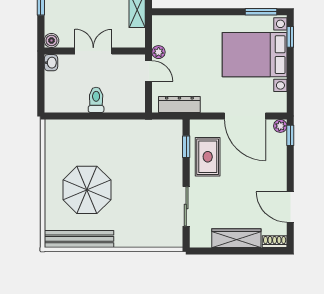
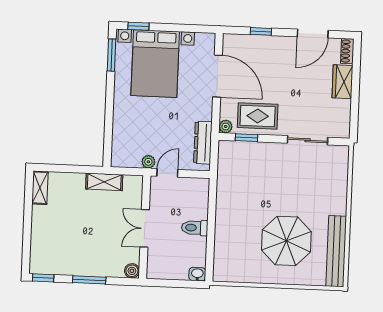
washbasin: (51, 63) -> (197, 274), moved
door: (245, 116) -> (217, 76), hinge flipped
plant: (280, 126) -> (226, 126), moved
window: (290, 135) -> (261, 31), moved
wardrobe: (236, 238) -> (342, 82), width x0.67

